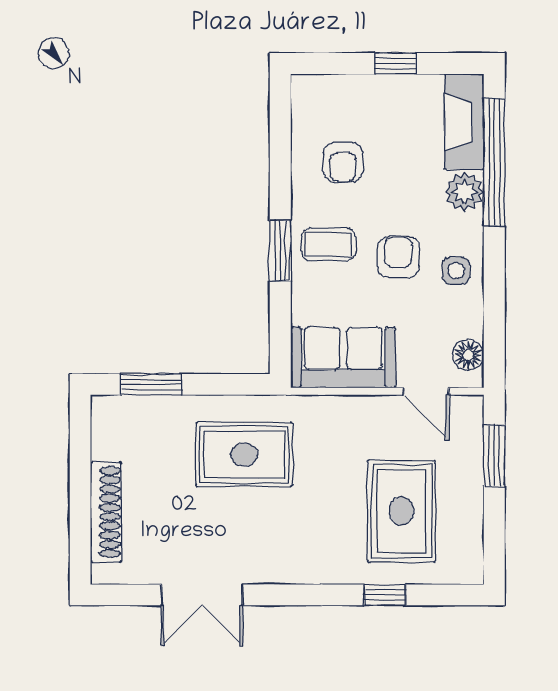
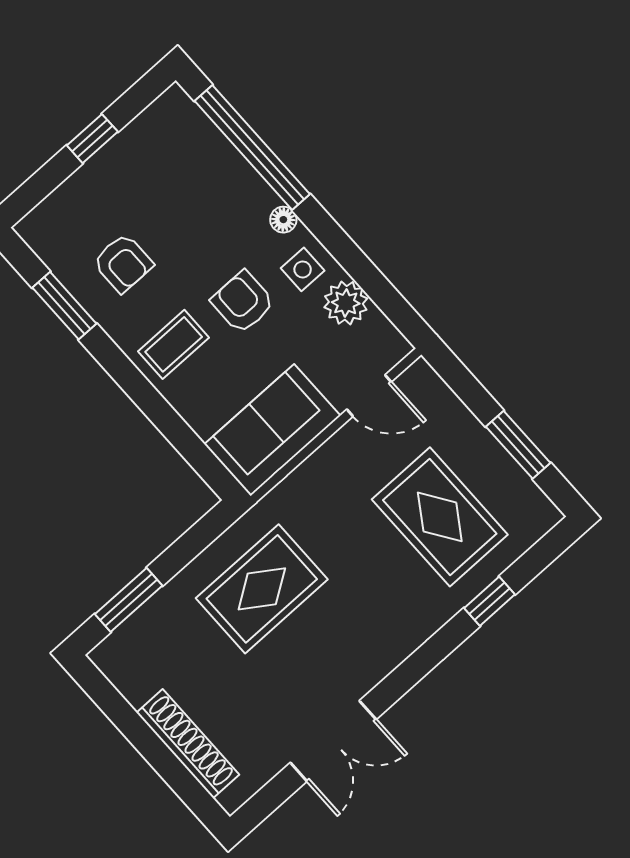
fireplace: (464, 122) -> (196, 136), removed
plant: (465, 192) -> (346, 303), moved
window: (280, 251) -> (64, 306), moved
floor lamp: (468, 355) -> (283, 220), moved, width x0.73, depth x0.73
window: (494, 456) -> (518, 445), moved

